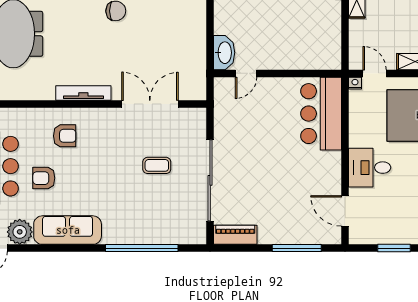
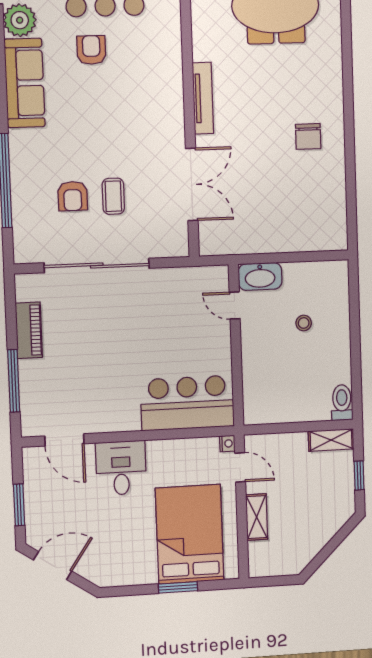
stool: (262, 19) -> (304, 323), added
door: (375, 73) -> (240, 467), hinge flipped
armchair: (65, 136) -> (73, 196), moved
door: (345, 211) -> (64, 440), swing flipped
piano: (235, 235) -> (29, 330), moved

